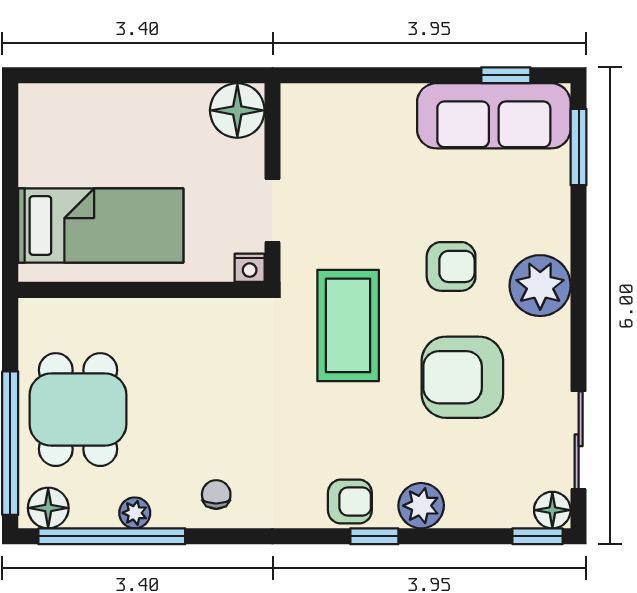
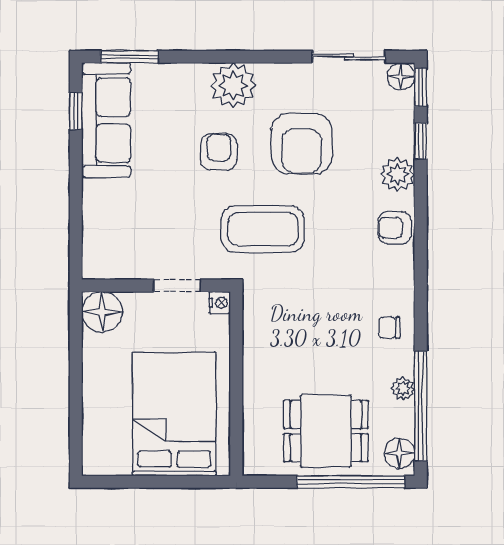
bed: (101, 226) -> (174, 414), width x1.50
armchair: (350, 502) -> (395, 228), turned -90
window: (374, 536) -> (421, 141), moved

